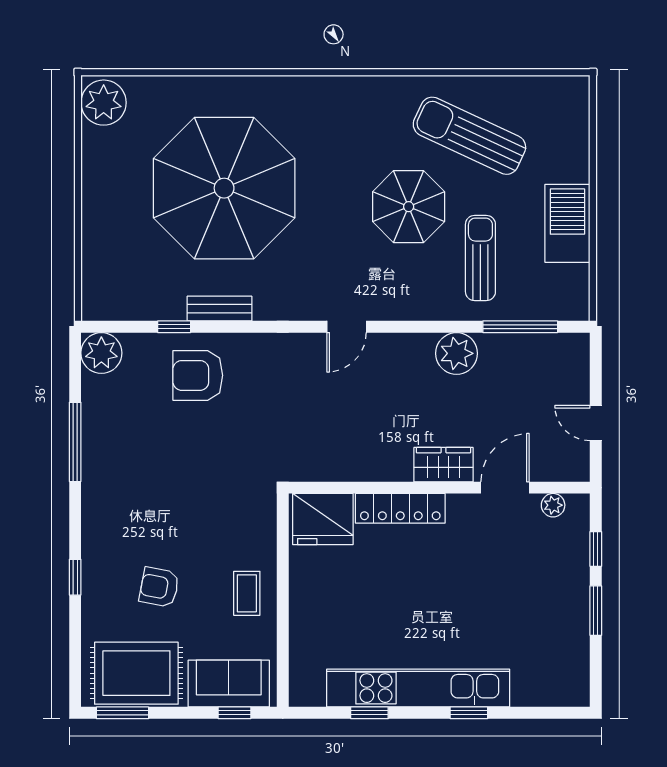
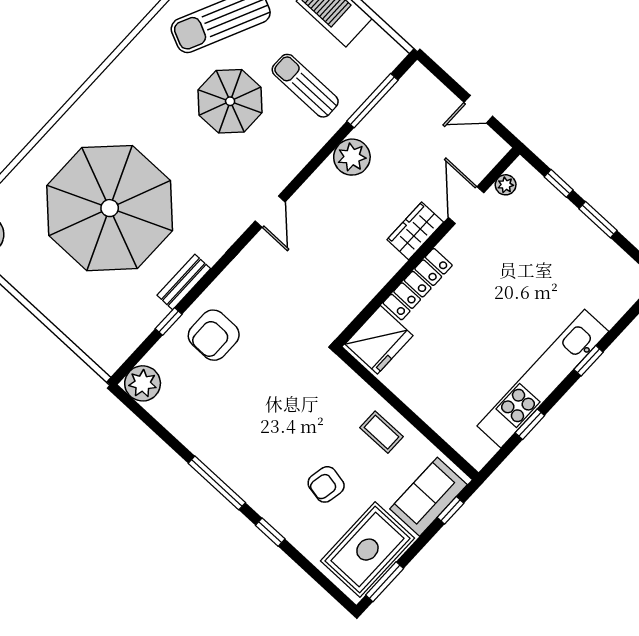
window: (75, 442) -> (217, 483), moved

